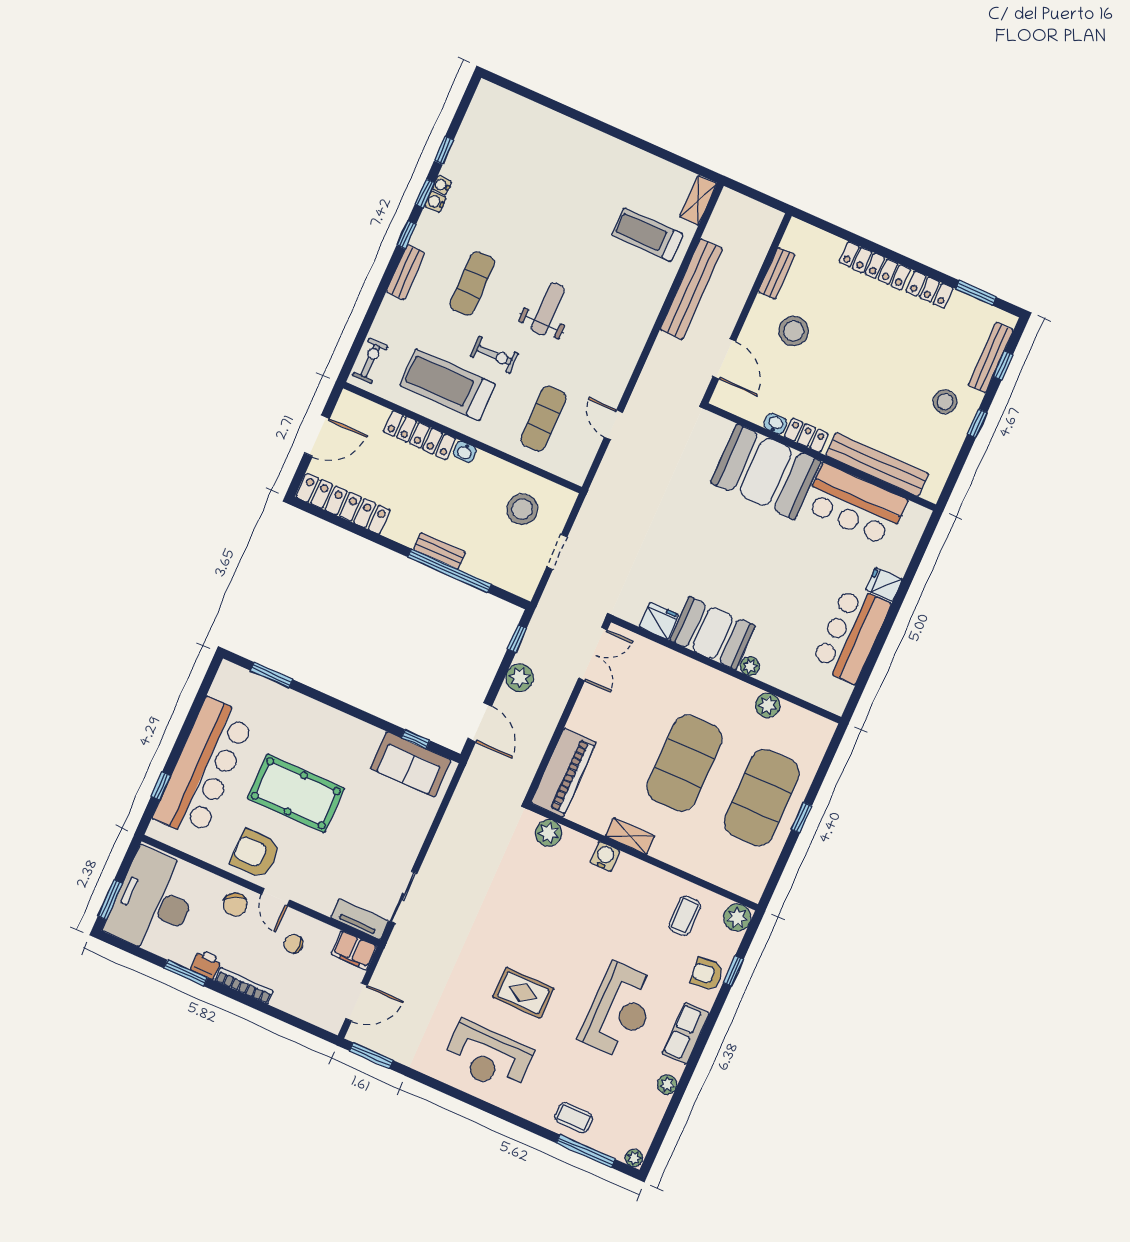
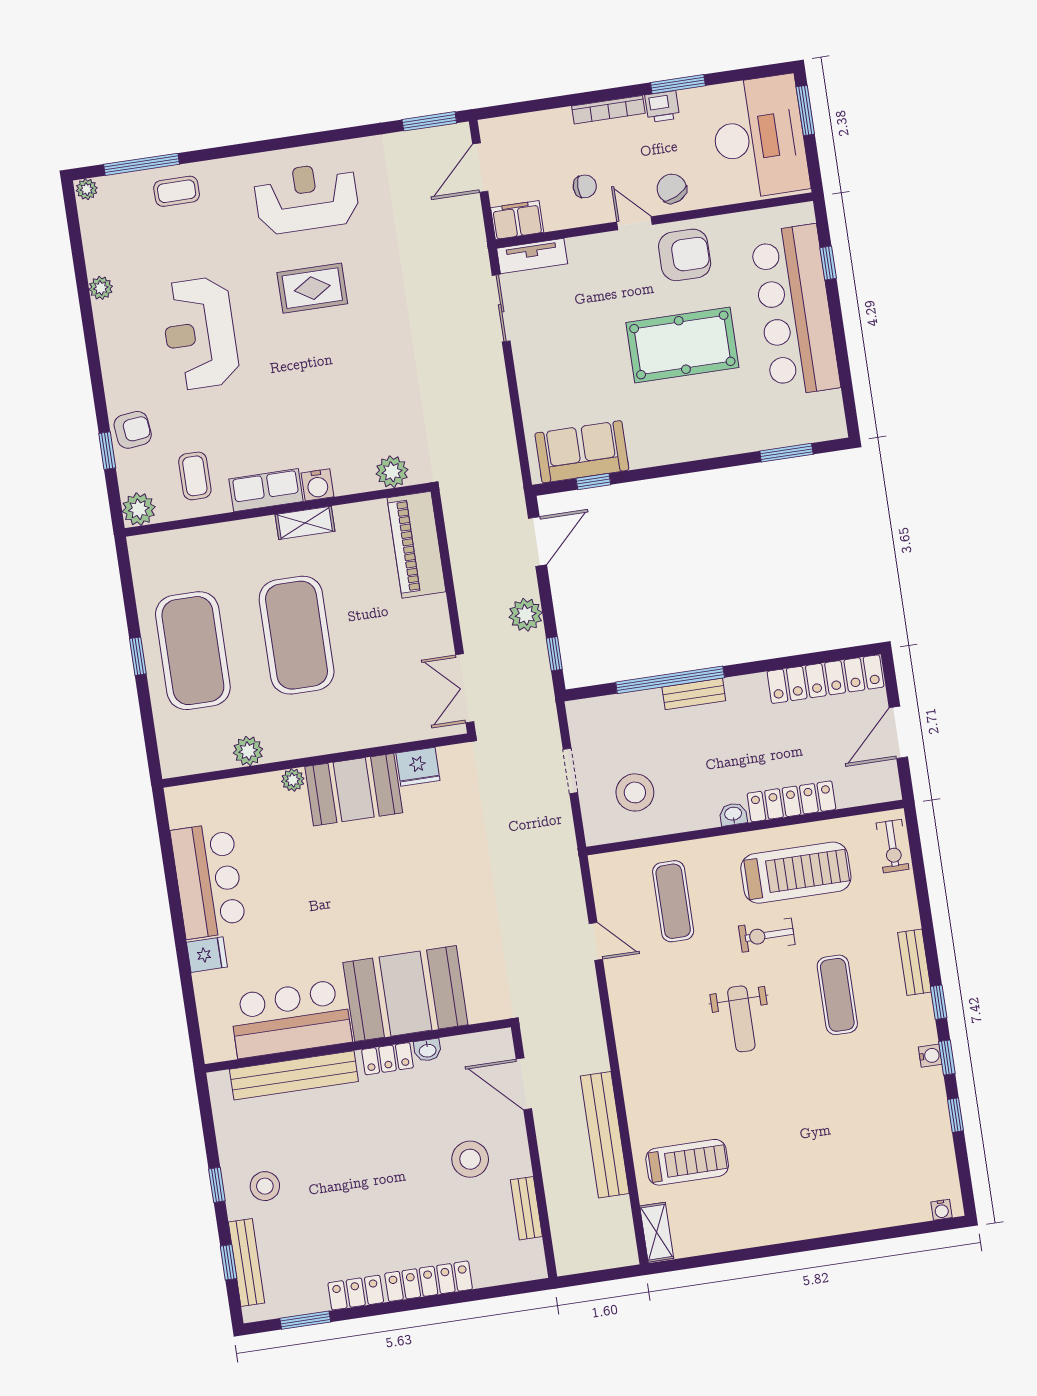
water cooler: (442, 185) -> (942, 1210), moved, turned 90
door: (480, 722) -> (538, 541), swing flipped
row of seats: (686, 1033) -> (266, 490), moved, turned -90

